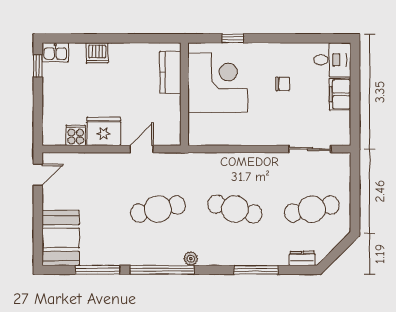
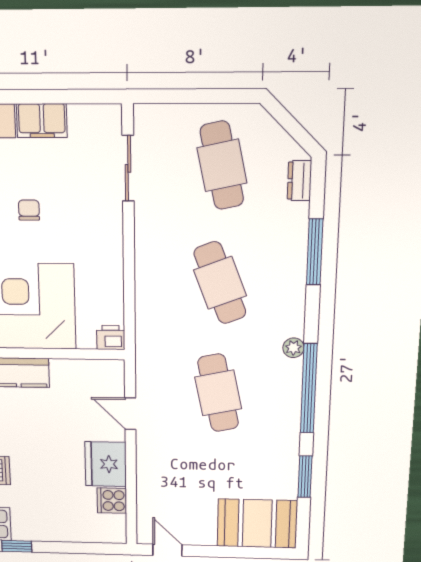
printer: (196, 136) -> (111, 337), added
cafe table: (235, 209) -> (220, 283), turned -36
window: (97, 270) -> (305, 477), width x0.69

